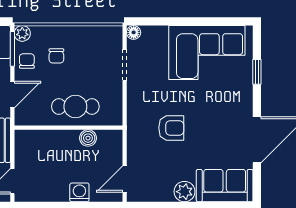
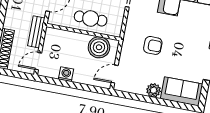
boiler: (88, 138) -> (99, 47), width x1.86, depth x1.86
washing machine: (79, 192) -> (66, 74), moved

